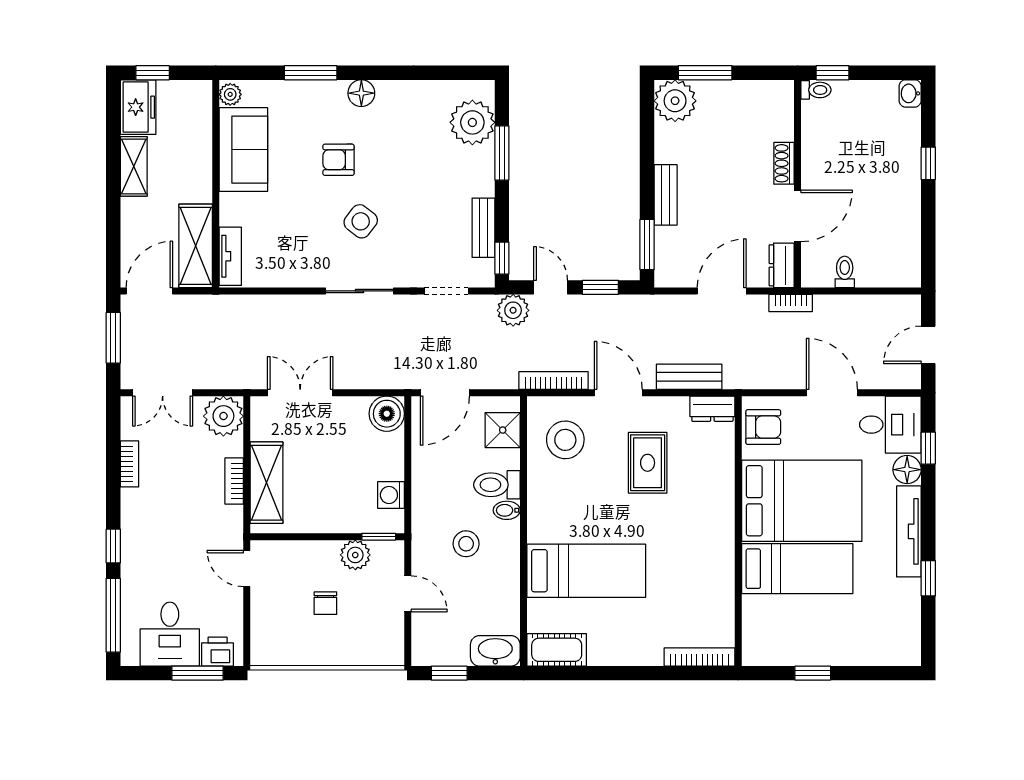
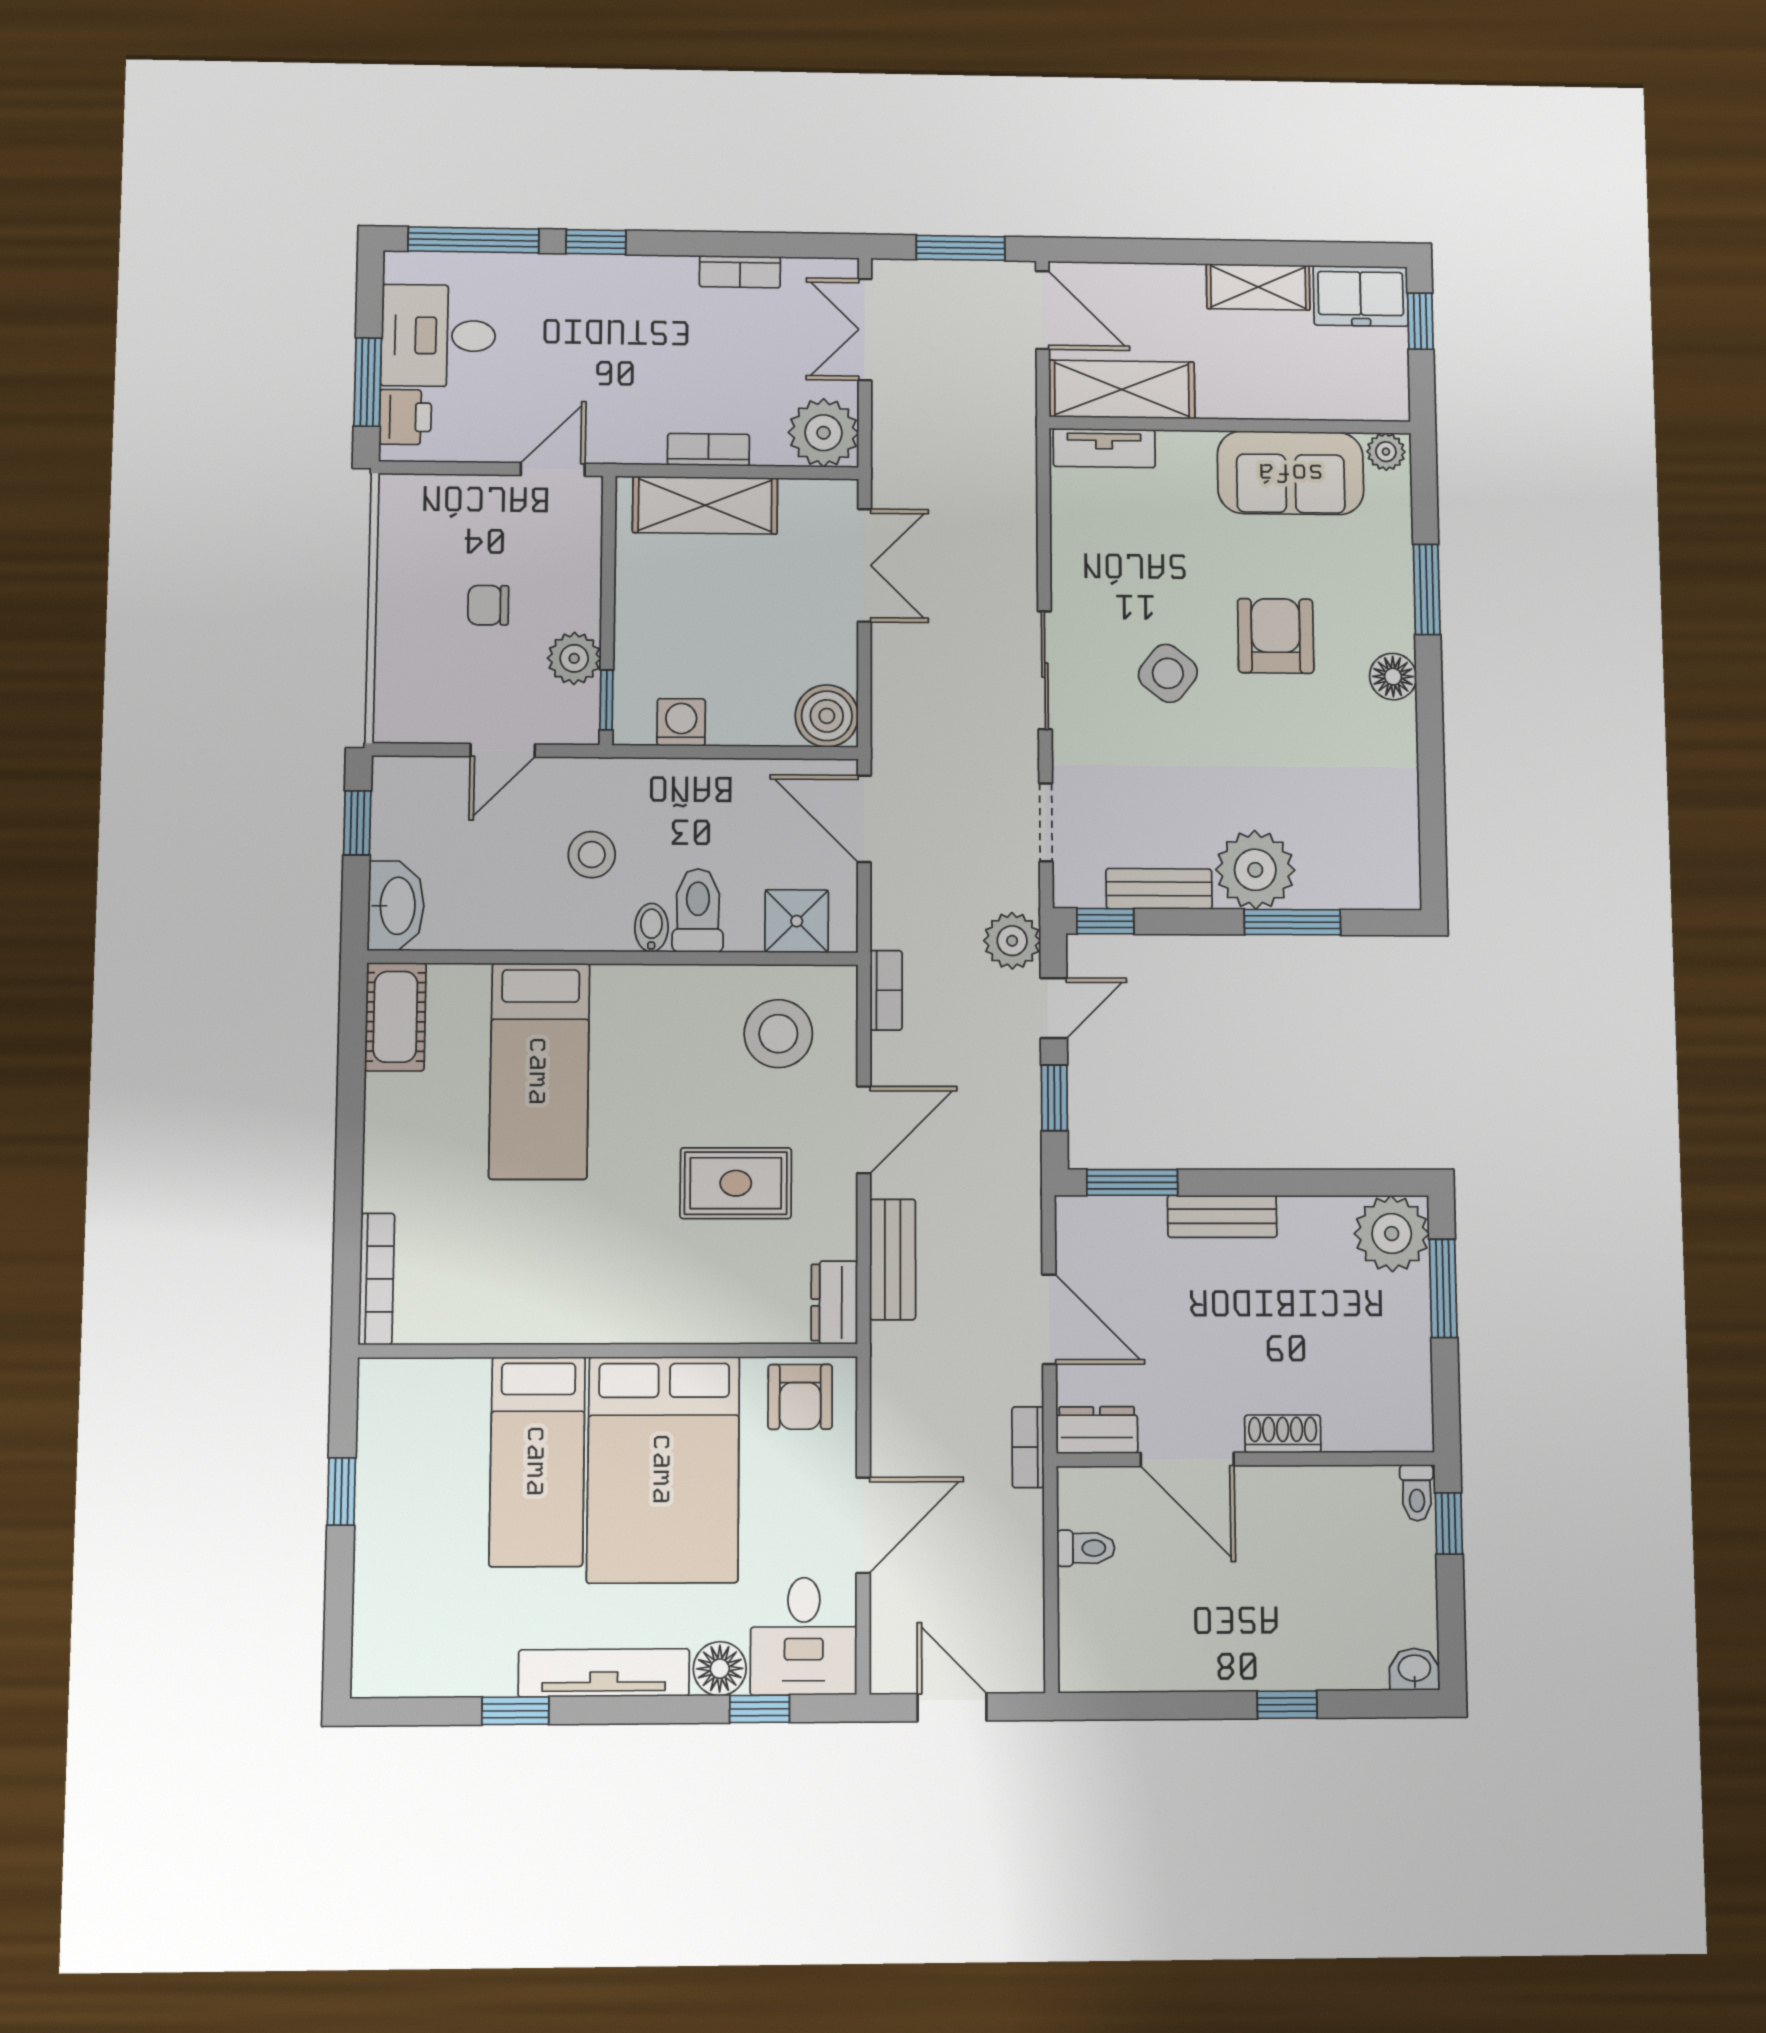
plant: (472, 122) -> (1255, 870), moved
armchair: (338, 160) -> (1276, 636), width x1.38, depth x1.38
bookcase: (553, 380) -> (886, 990), width x0.64

